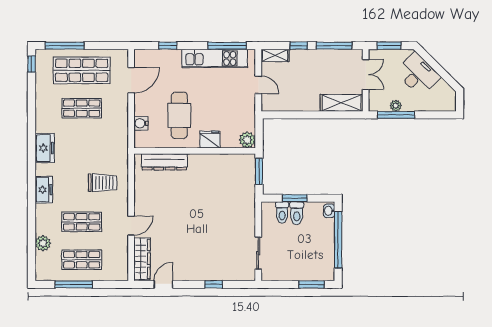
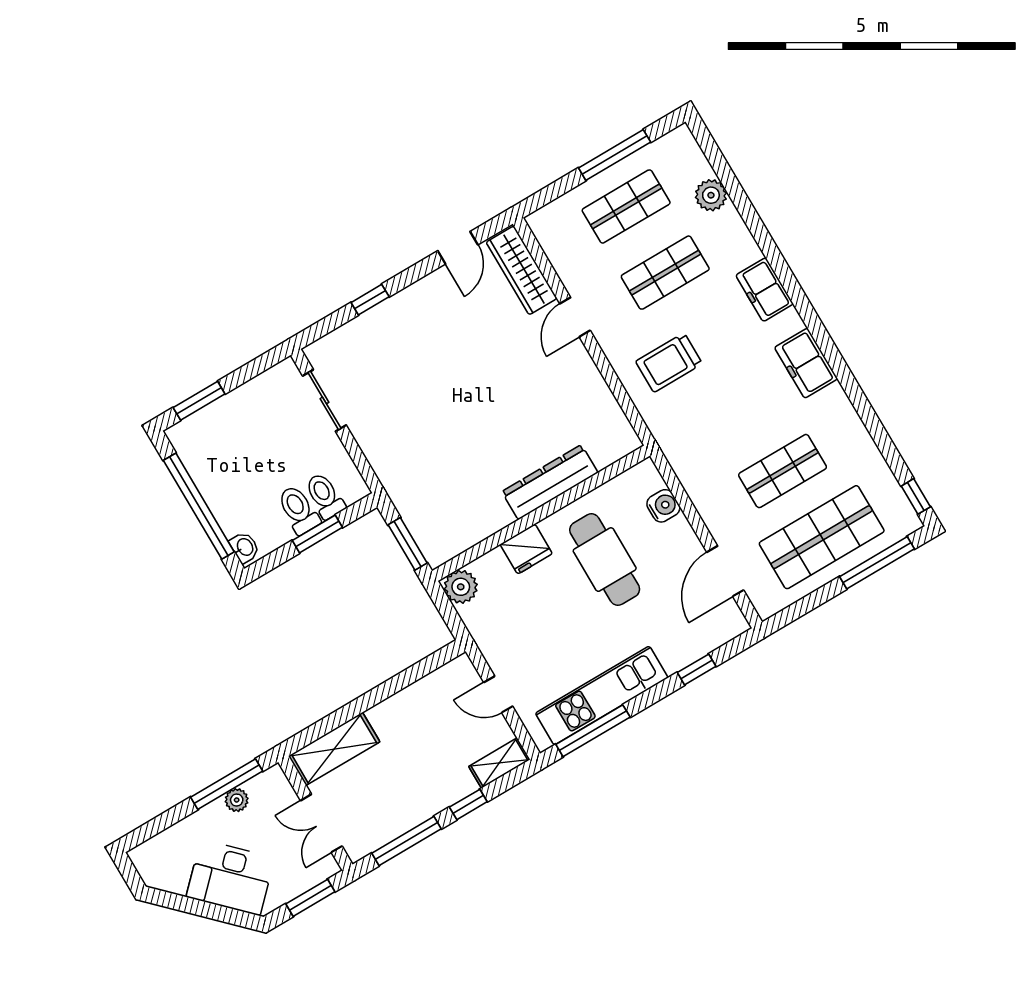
dresser: (164, 162) -> (550, 482), moved

